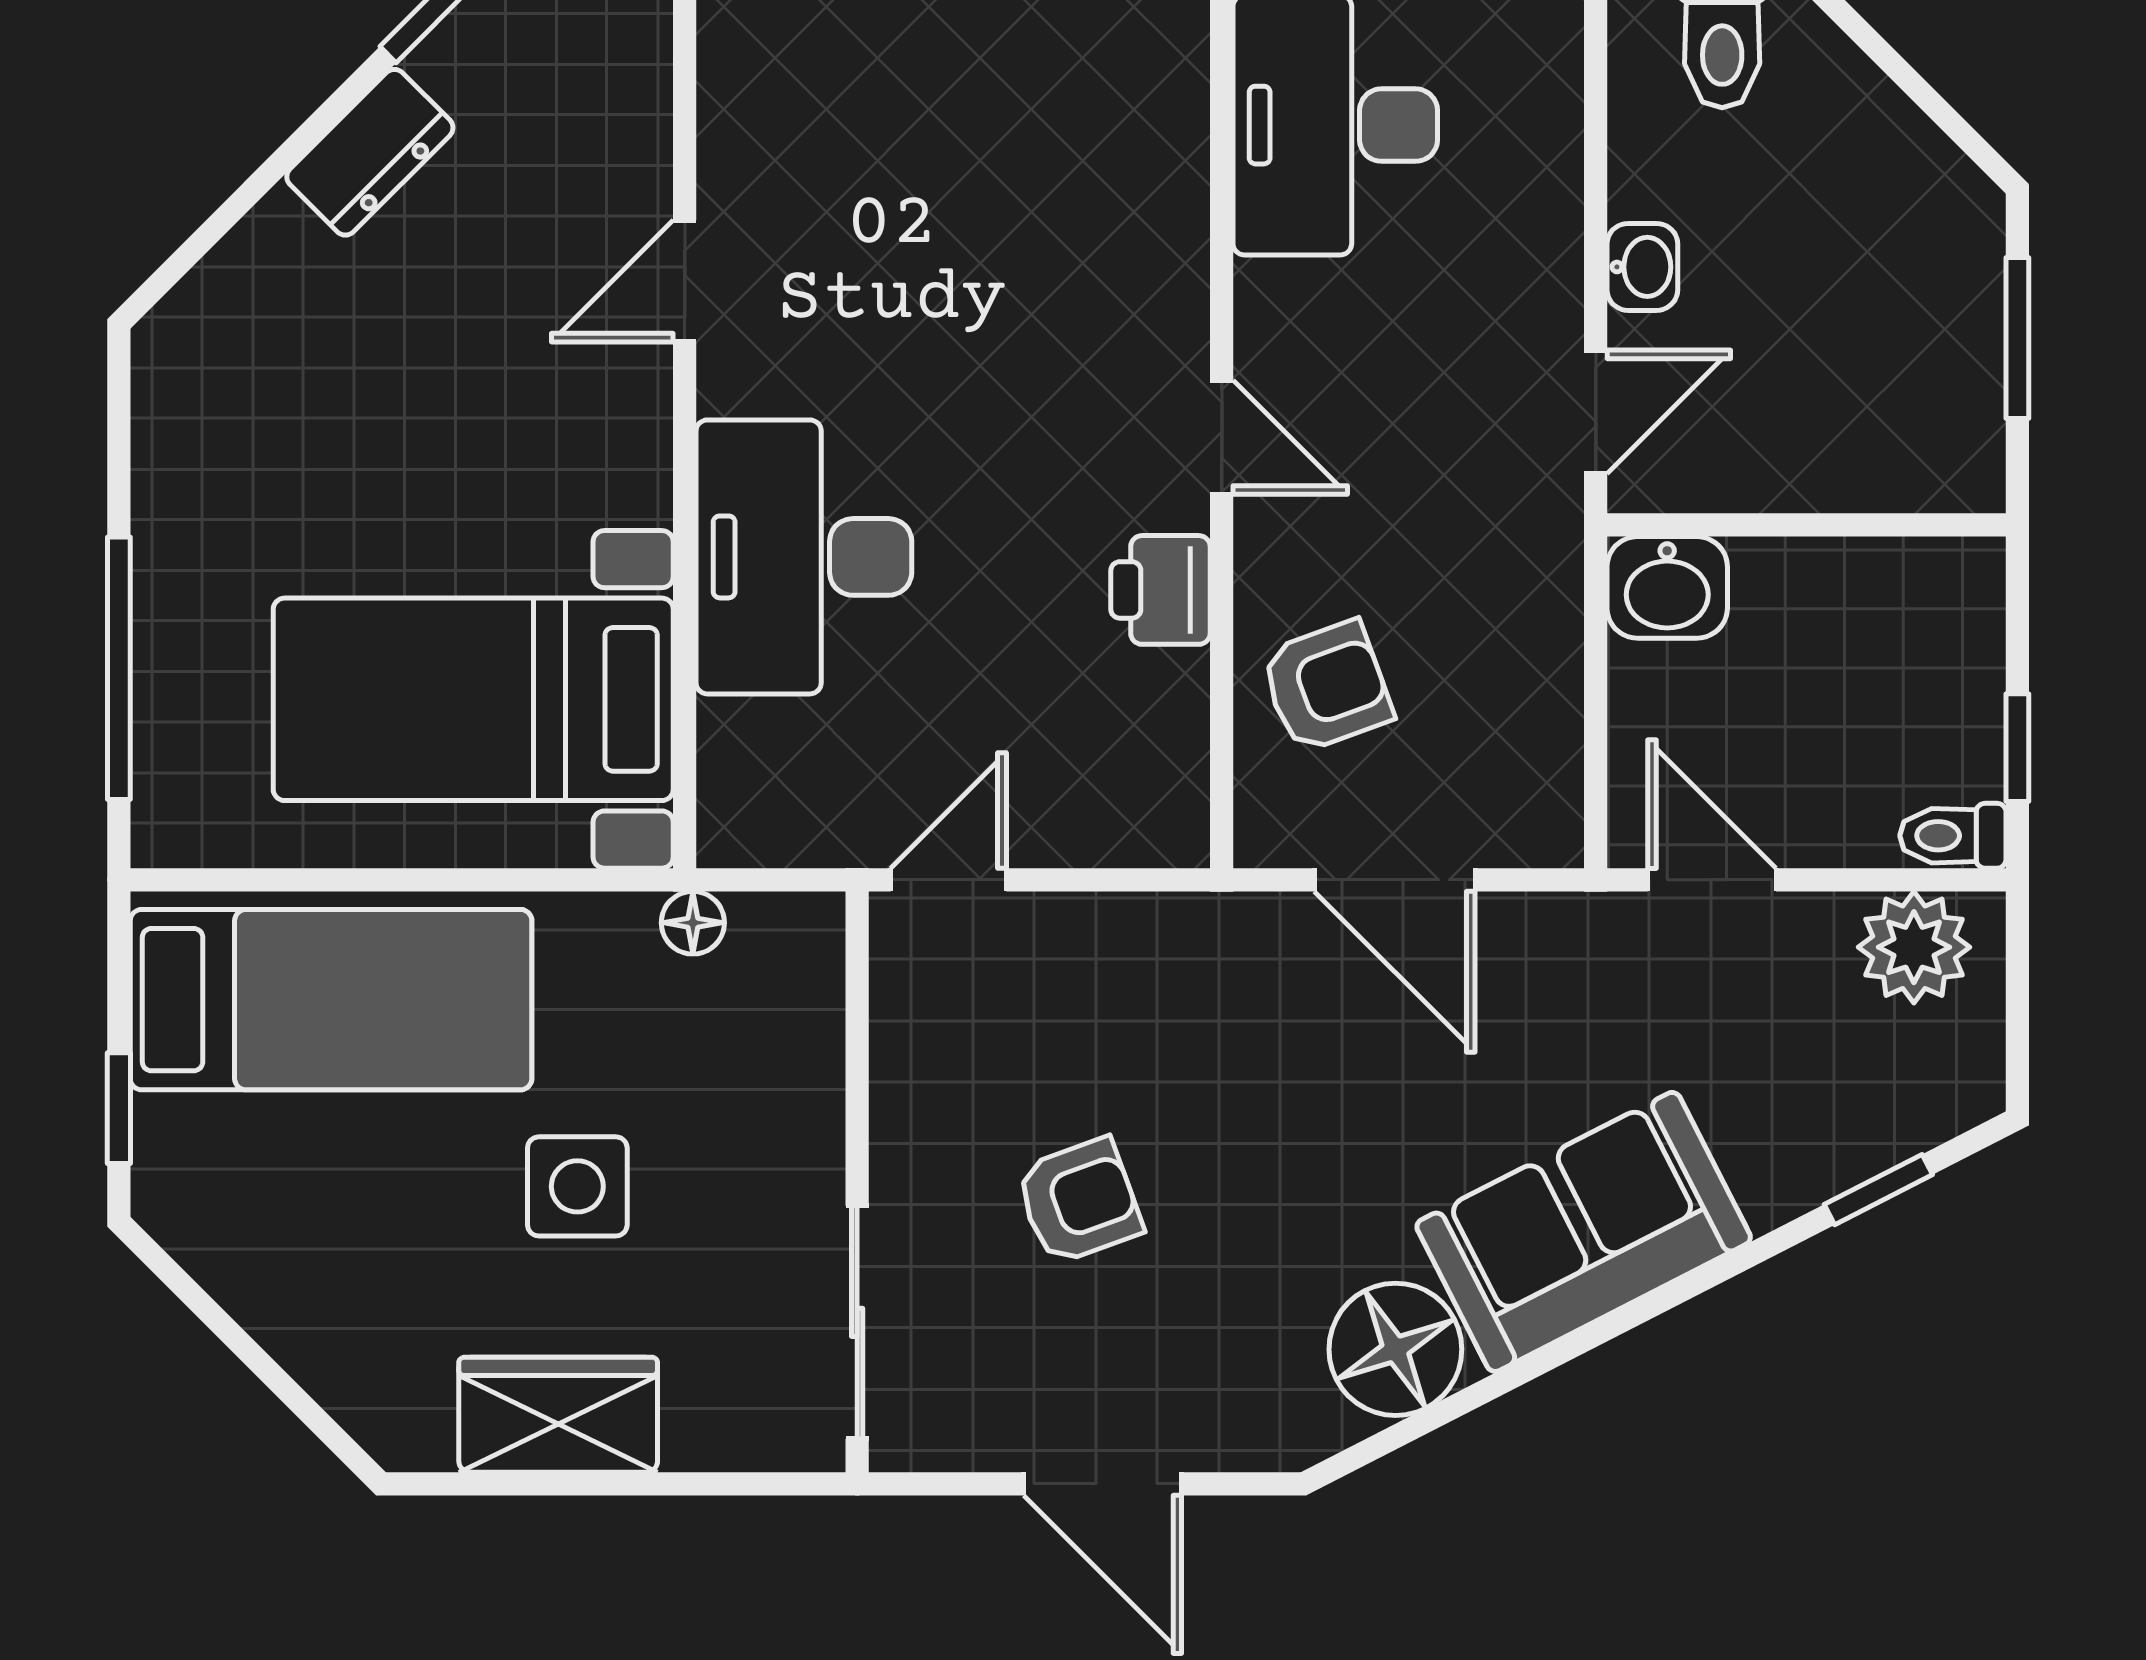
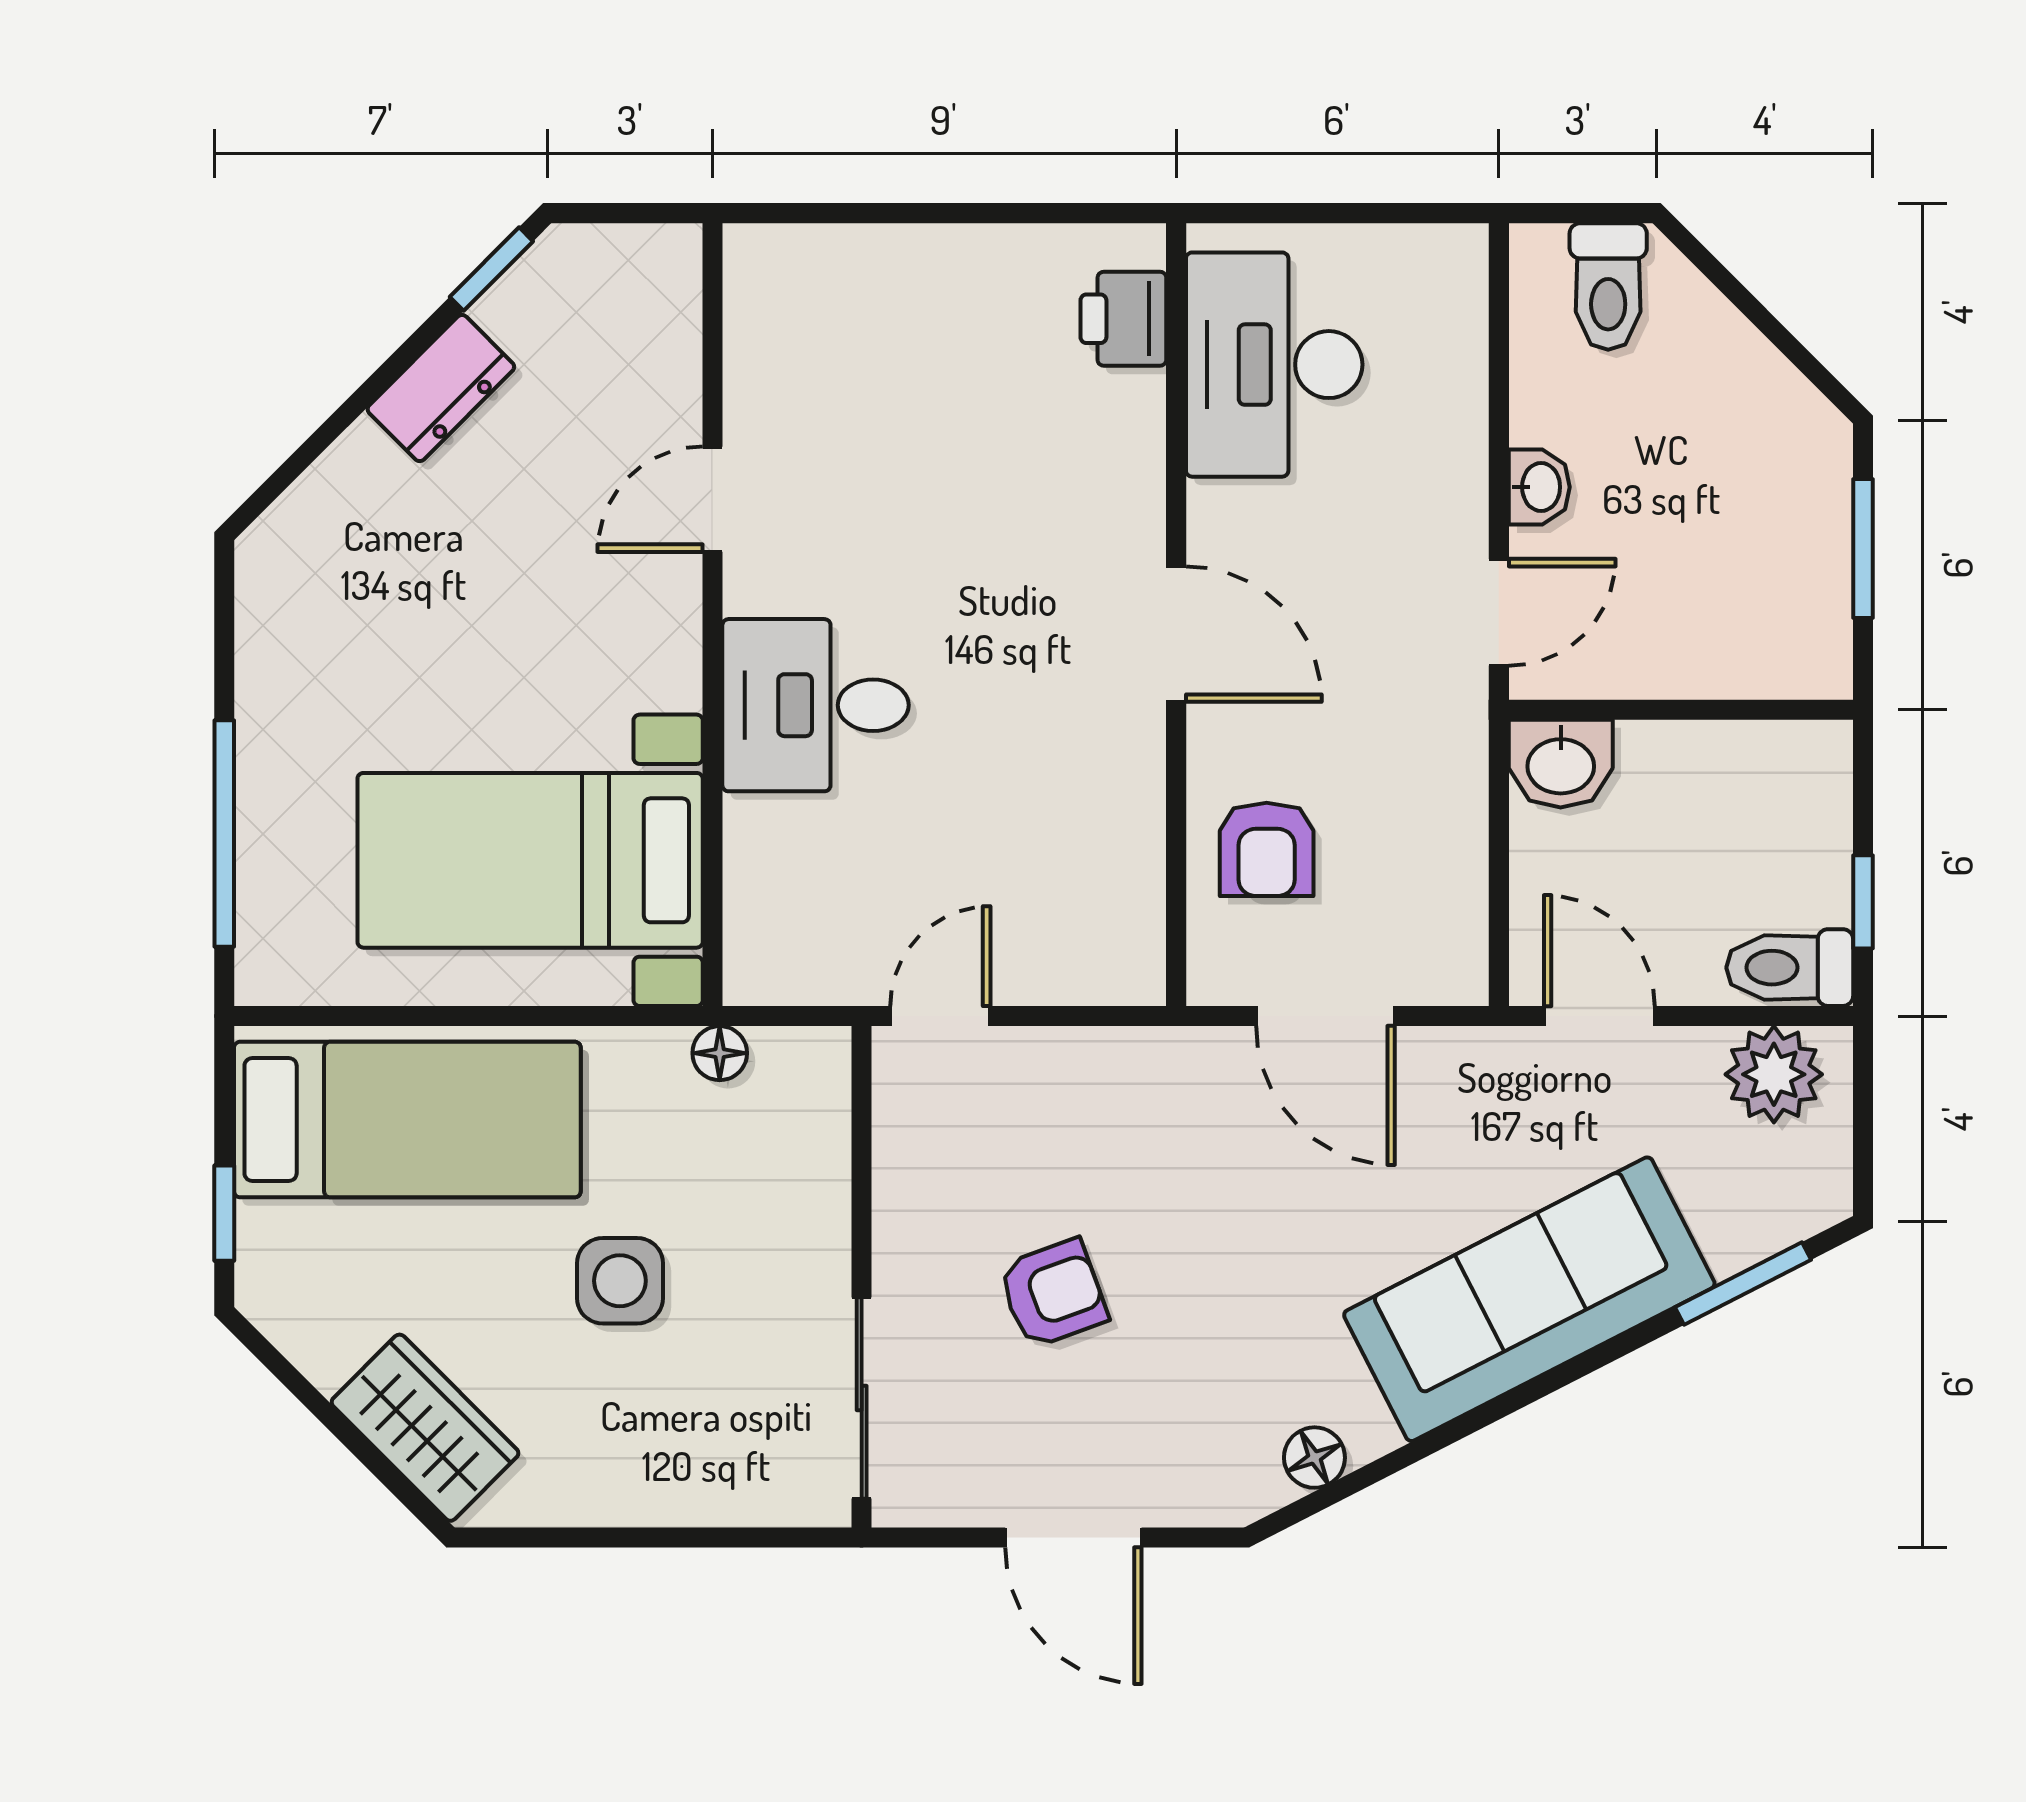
door: (1222, 437) -> (1176, 634), width x1.38
desk: (804, 557) -> (816, 705), width x0.73
printer: (1161, 590) -> (1123, 319), moved
armchair: (1327, 687) -> (1267, 849), turned 110
toilet: (1953, 836) -> (1790, 968), width x1.37, depth x1.39
window: (1878, 1190) -> (1743, 1283), width x1.50
sofa: (1584, 1232) -> (1529, 1299), width x1.36
floor lamp: (1395, 1349) -> (1314, 1458), width x0.53, depth x0.53
wardrobe: (558, 1415) -> (425, 1428), moved, turned 45

